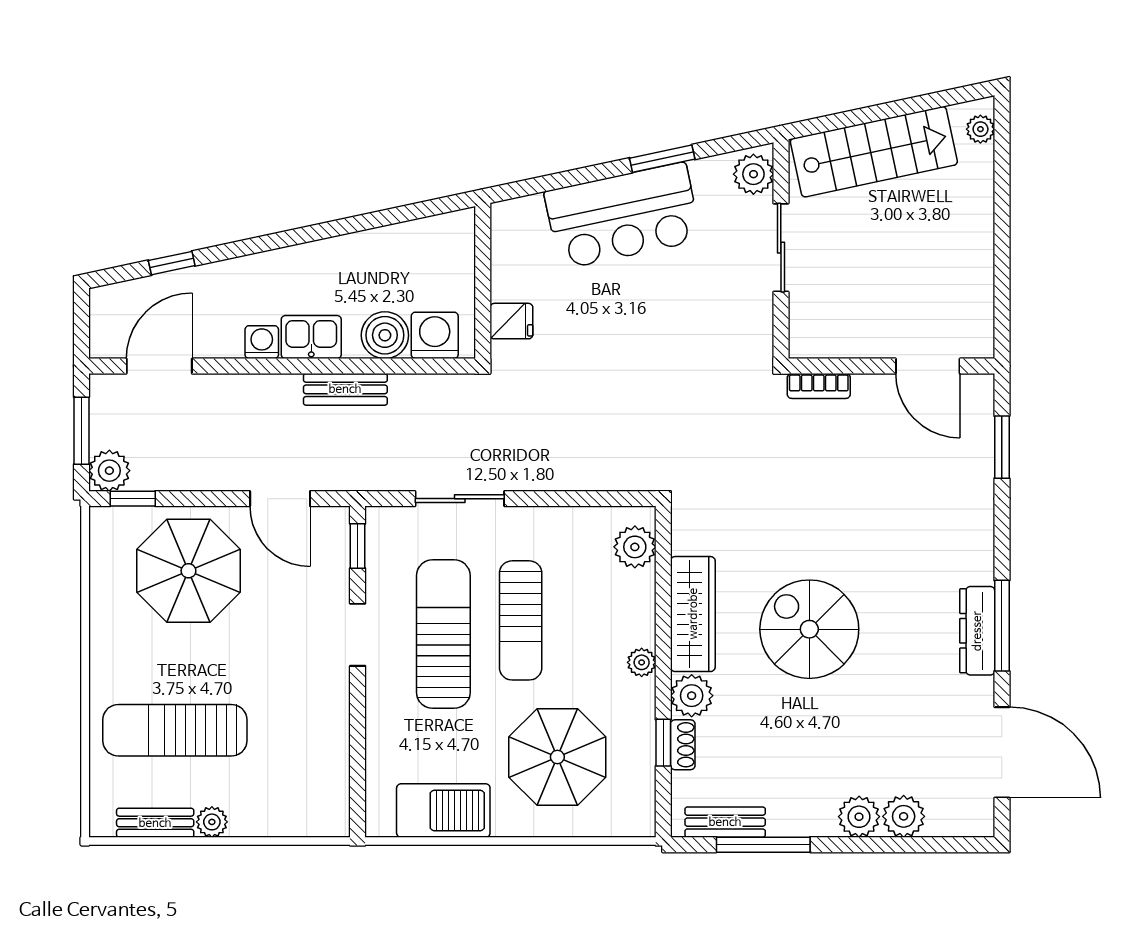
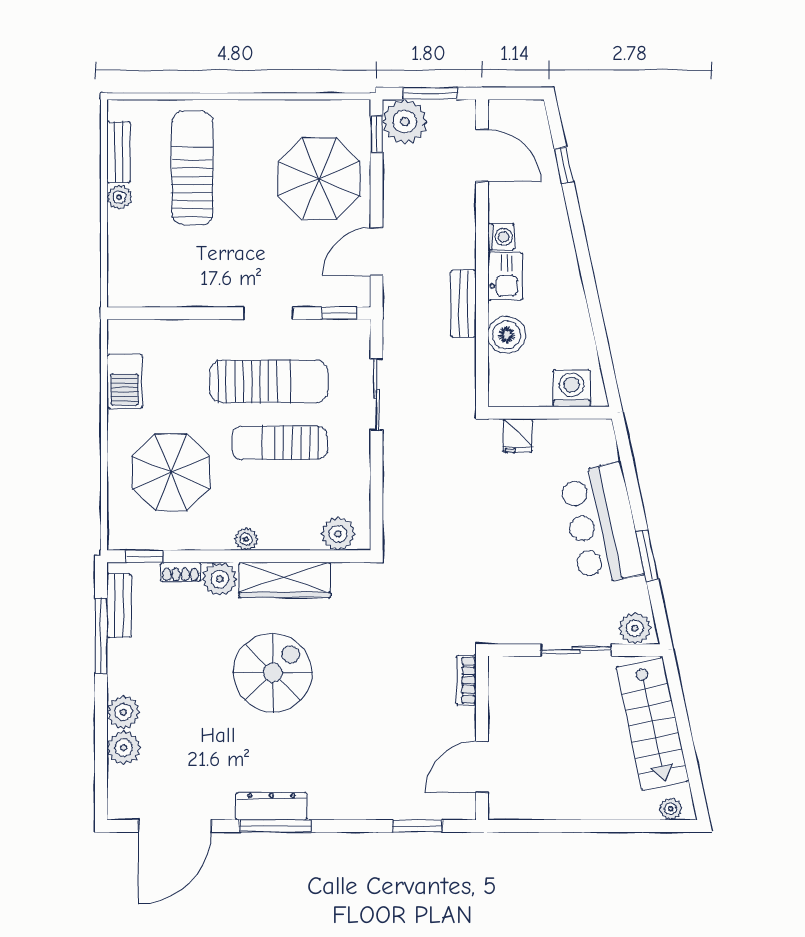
washing machine: (435, 335) -> (572, 388), moved, turned -90
plant: (109, 471) -> (405, 122), width x1.36, depth x1.36
window: (663, 743) -> (145, 556), moved
barbecue: (443, 811) -> (125, 381), width x0.73, depth x0.83

